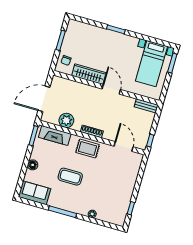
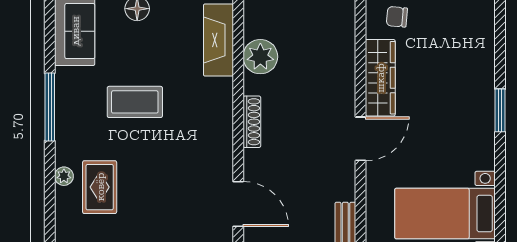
door: (124, 146) -> (238, 204), hinge flipped
rug: (88, 149) -> (100, 187), moved
coffee table: (70, 177) -> (135, 102), turned 90

